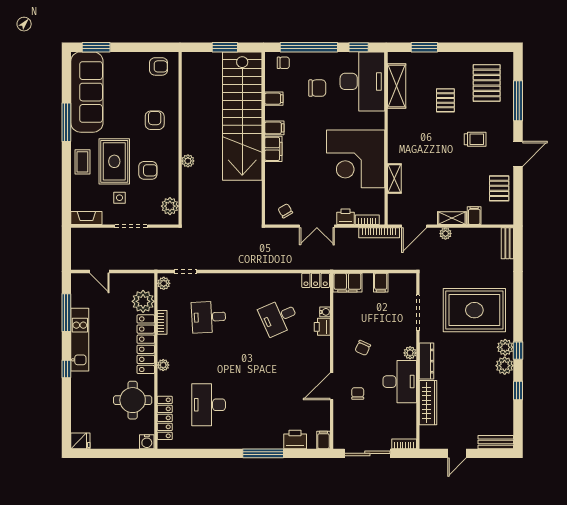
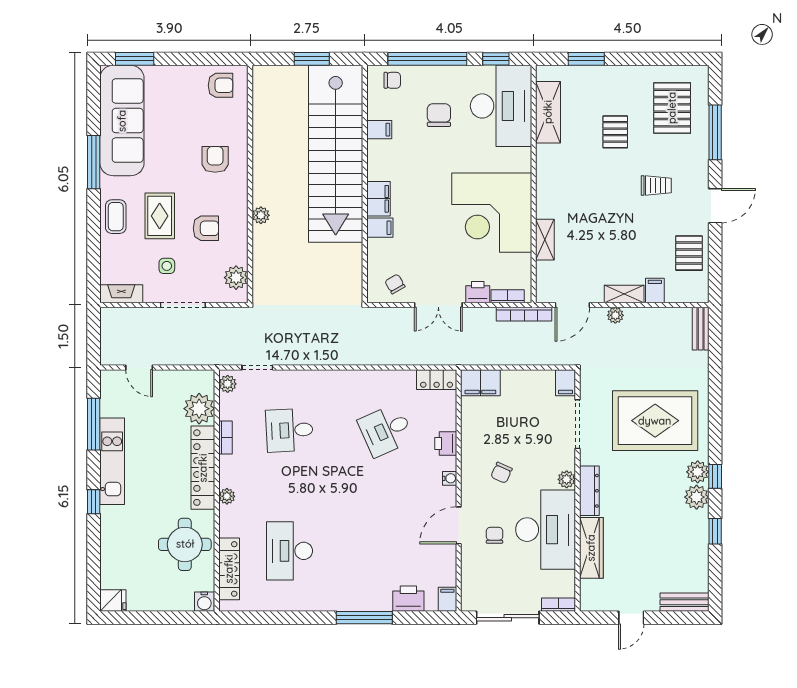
chair: (317, 88) -> (439, 115), turned -90
filing cabinet: (274, 128) -> (380, 228), moved
rug: (114, 161) -> (160, 216), width x0.73, depth x0.70
filing cabinet: (381, 283) -> (565, 383), moved
water cooler: (325, 312) -> (450, 478), moved
desk: (400, 382) -> (546, 530), width x1.36, depth x1.30

